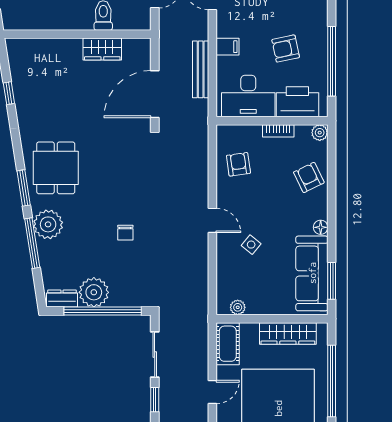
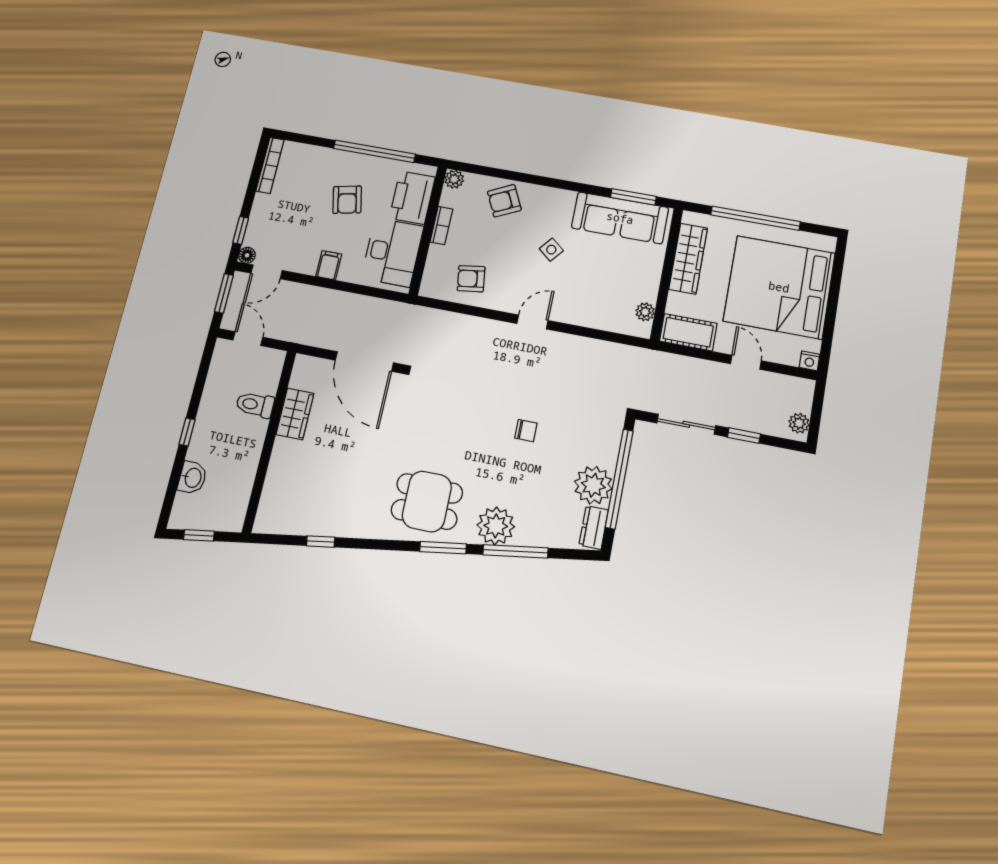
bench: (201, 69) -> (348, 302), removed
floor lamp: (321, 227) -> (566, 198), removed
side table: (251, 245) -> (551, 250), moved

